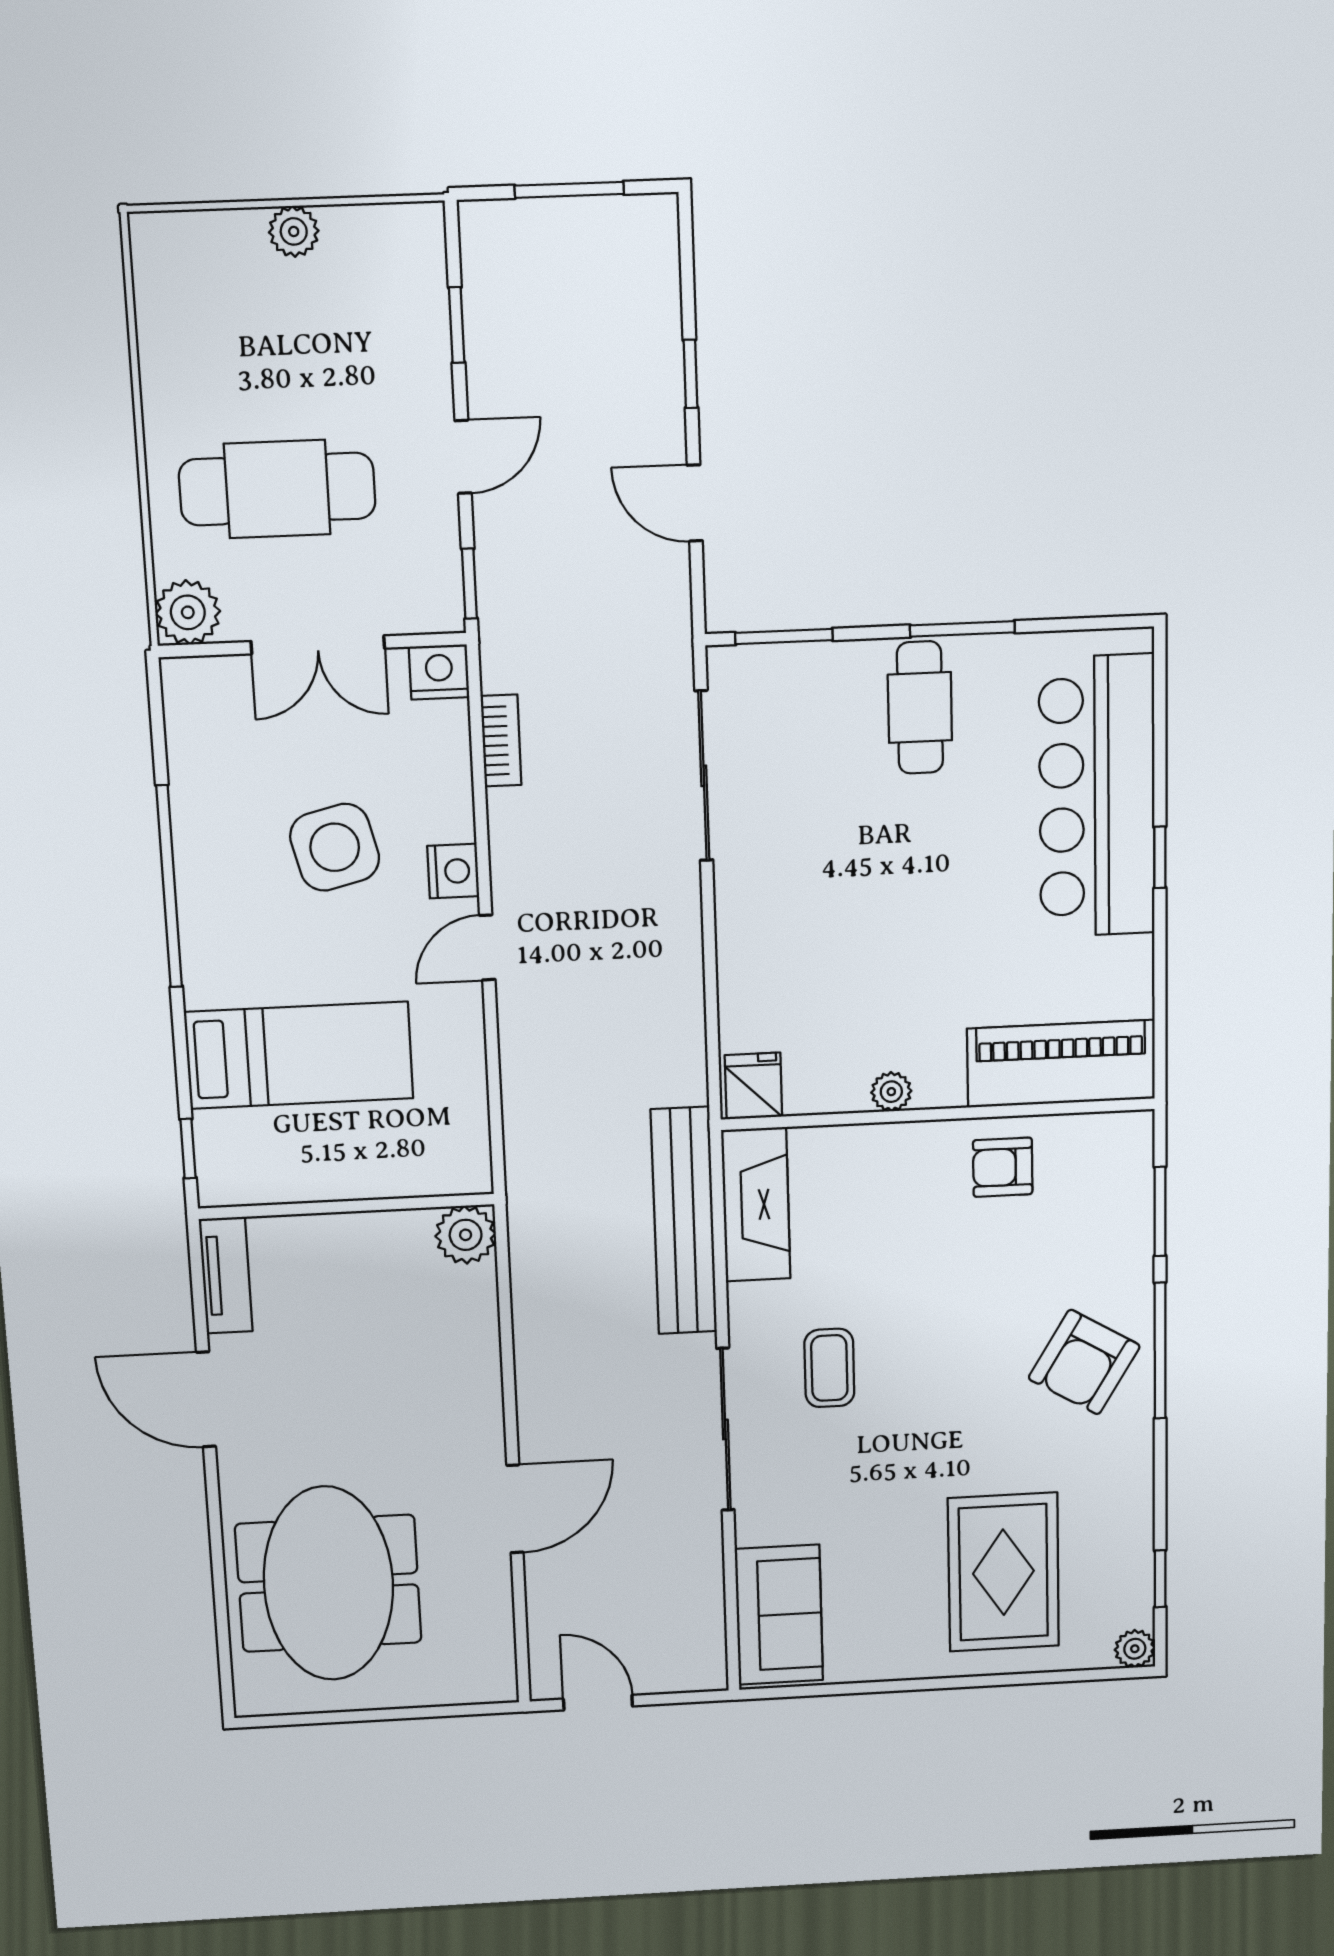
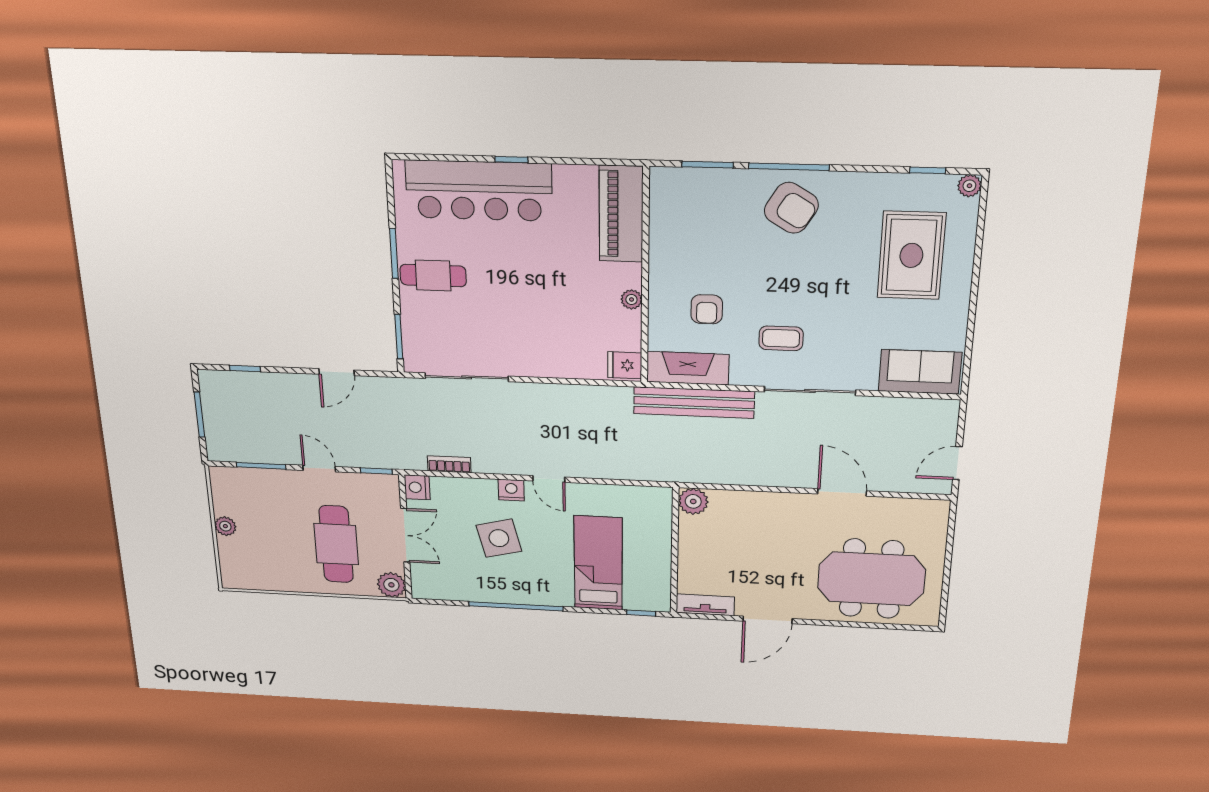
window: (457, 325) -> (261, 466), width x1.50
window: (690, 374) -> (245, 368), moved
armchair: (1003, 1167) -> (707, 309), moved
rug: (1003, 1572) -> (911, 255), turned 90

